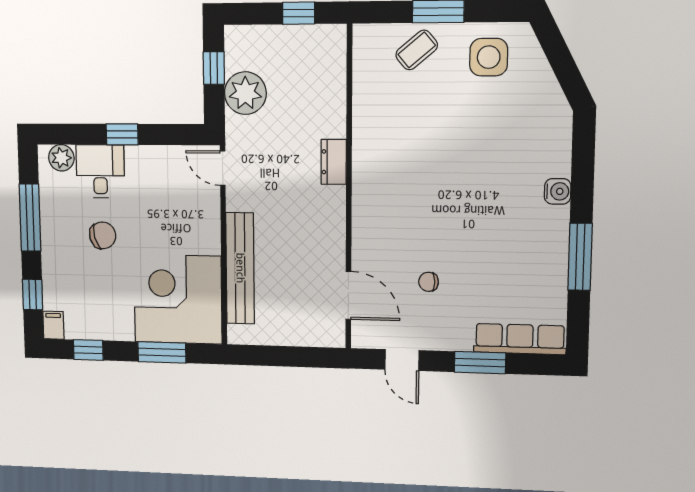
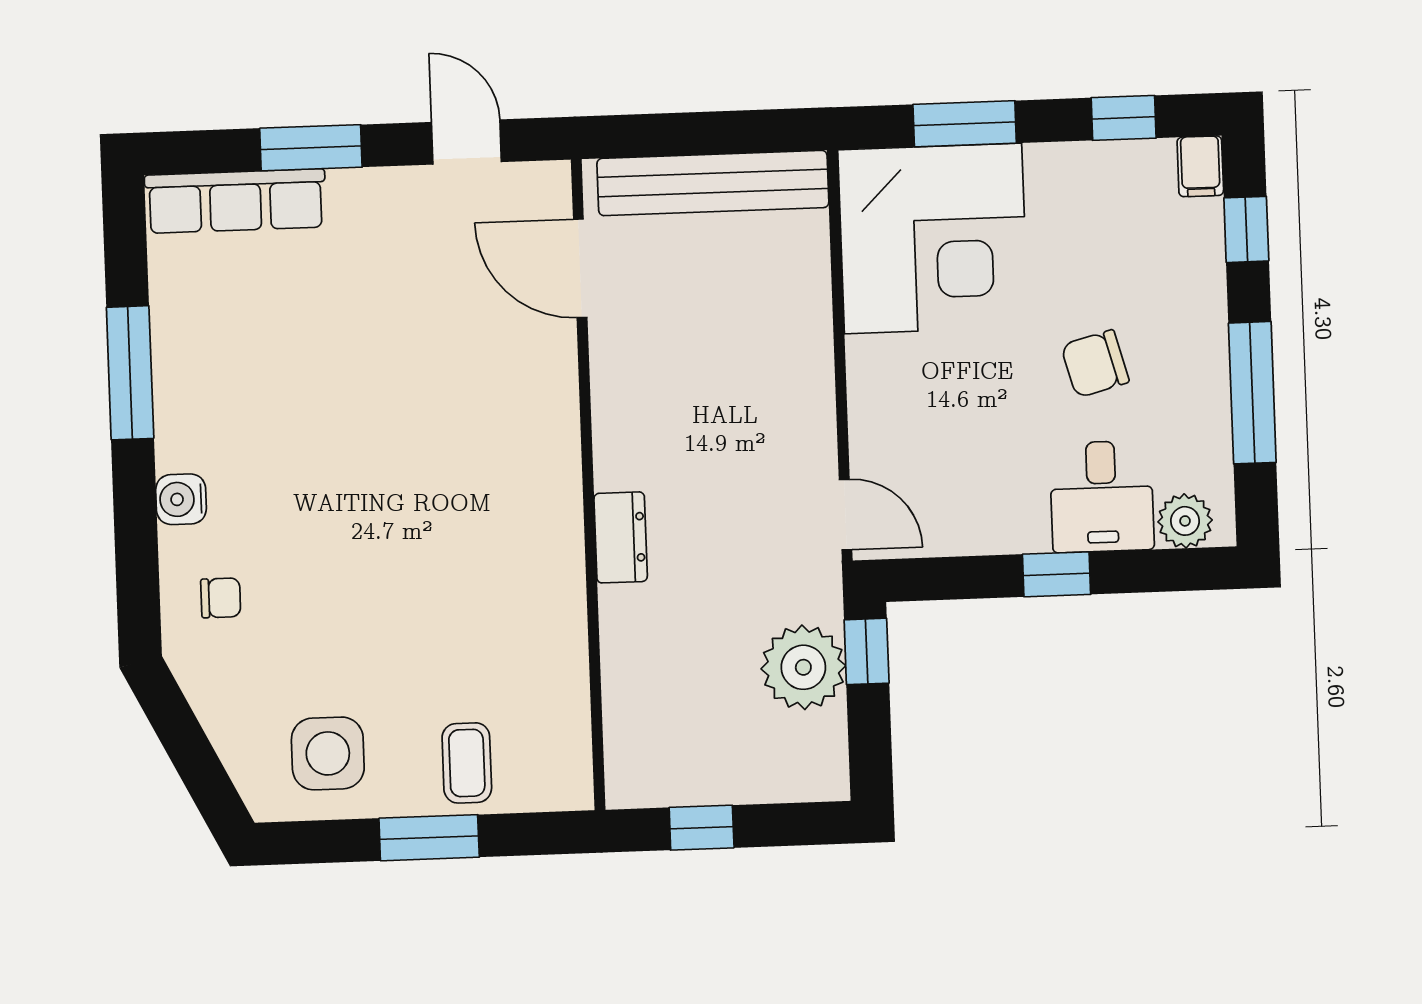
coffee table: (417, 50) -> (467, 763), turned -50
window: (214, 68) -> (867, 651), moved
bench: (240, 268) -> (713, 183), moved, turned 90
chair: (429, 282) -> (221, 598), moved

